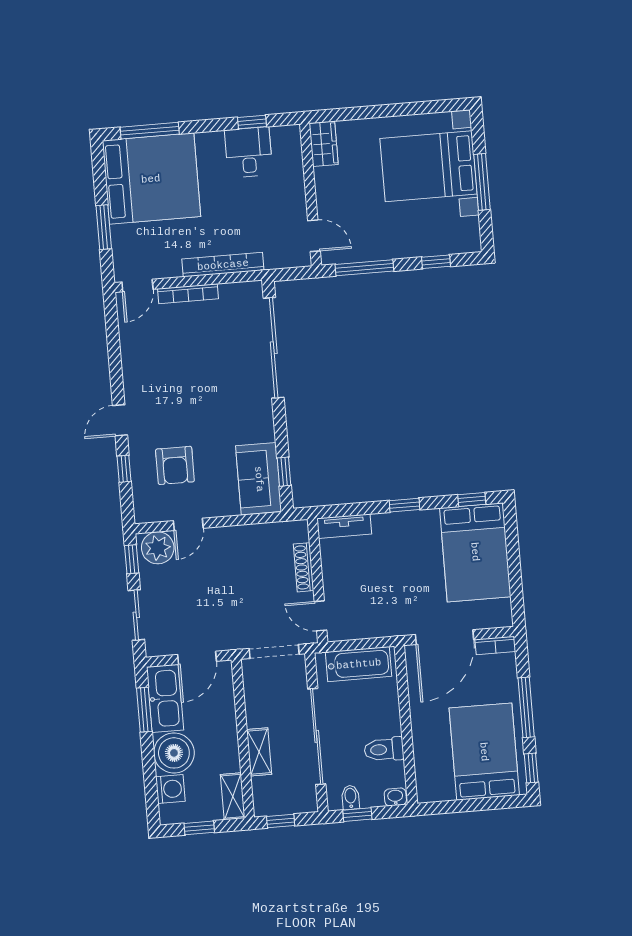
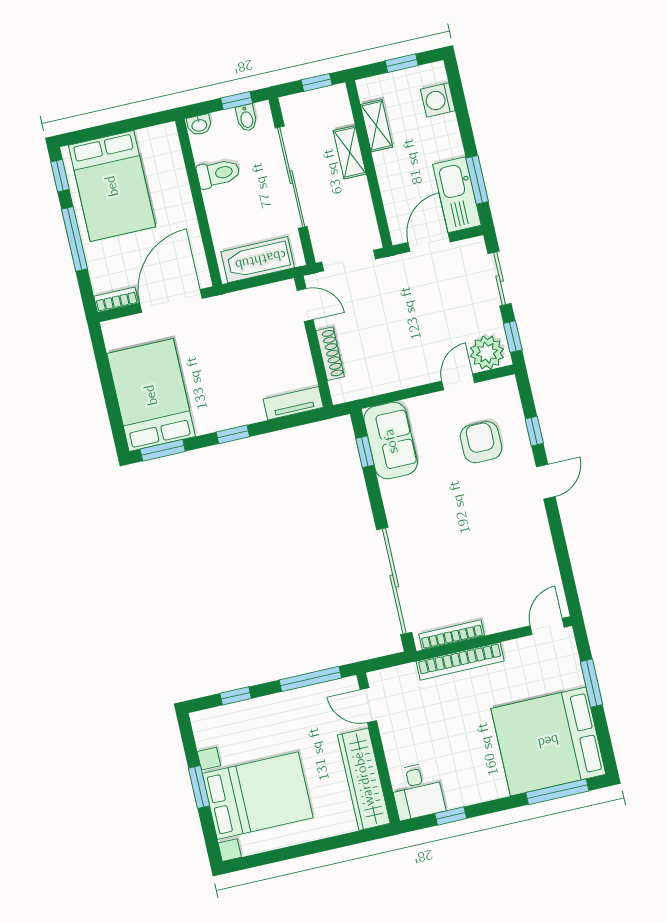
wardrobe: (324, 144) -> (364, 779), width x2.10, depth x1.17
desk: (249, 152) -> (417, 791), moved
window: (482, 182) -> (199, 787), width x0.69
bookcase: (188, 294) -> (452, 635), moved
window: (472, 499) -> (163, 450), width x1.50
boiler: (174, 753) -> (439, 139), removed
shelving: (233, 796) -> (376, 126), moved

